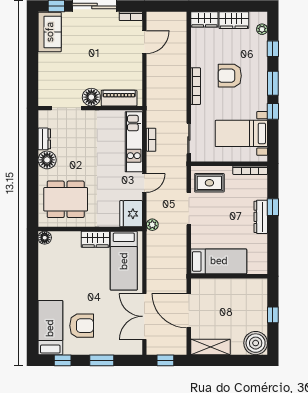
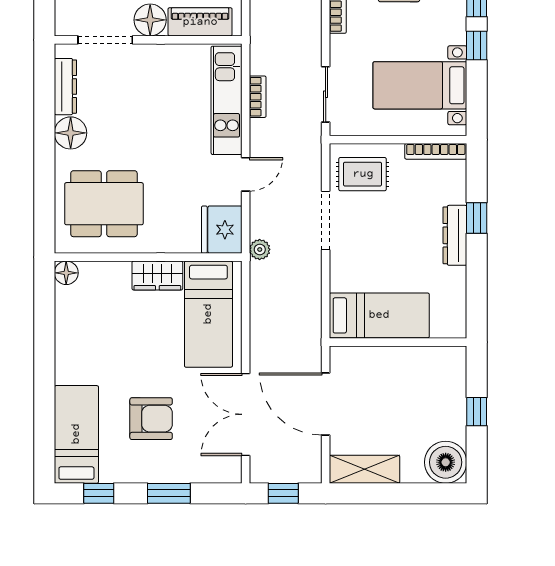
dresser: (44, 139) -> (65, 87), width x1.44
armchair: (82, 326) -> (151, 419), moved

